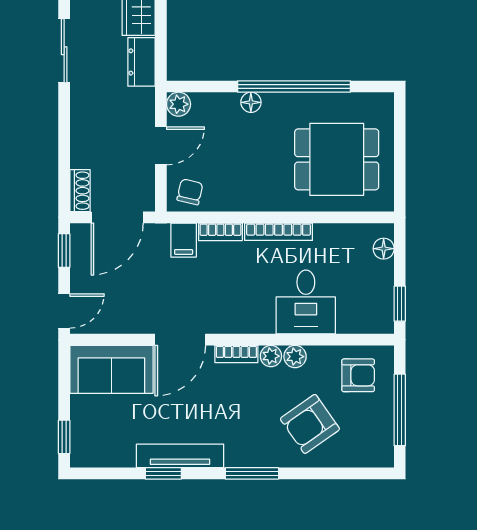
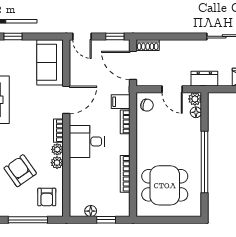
dresser: (142, 62) -> (204, 79), moved
floor lamp: (251, 102) -> (196, 112), moved
dining table: (337, 159) -> (165, 185), turned 90
bookcase: (279, 232) -> (125, 174), moved
floor lamp: (384, 249) -> (91, 211), moved
desk: (306, 302) -> (87, 141), moved
window: (400, 304) -> (106, 220), moved
door: (180, 340) -> (66, 100), swing flipped

